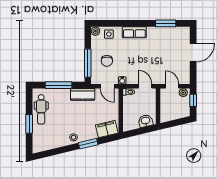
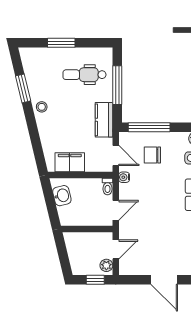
door: (107, 86) -> (116, 155), swing flipped
dental chair: (41, 109) -> (84, 75), moved
washbasin: (146, 121) -> (62, 196), moved
filing cabinet: (107, 129) -> (70, 162), moved, turned -77
window: (88, 144) -> (23, 88), moved

